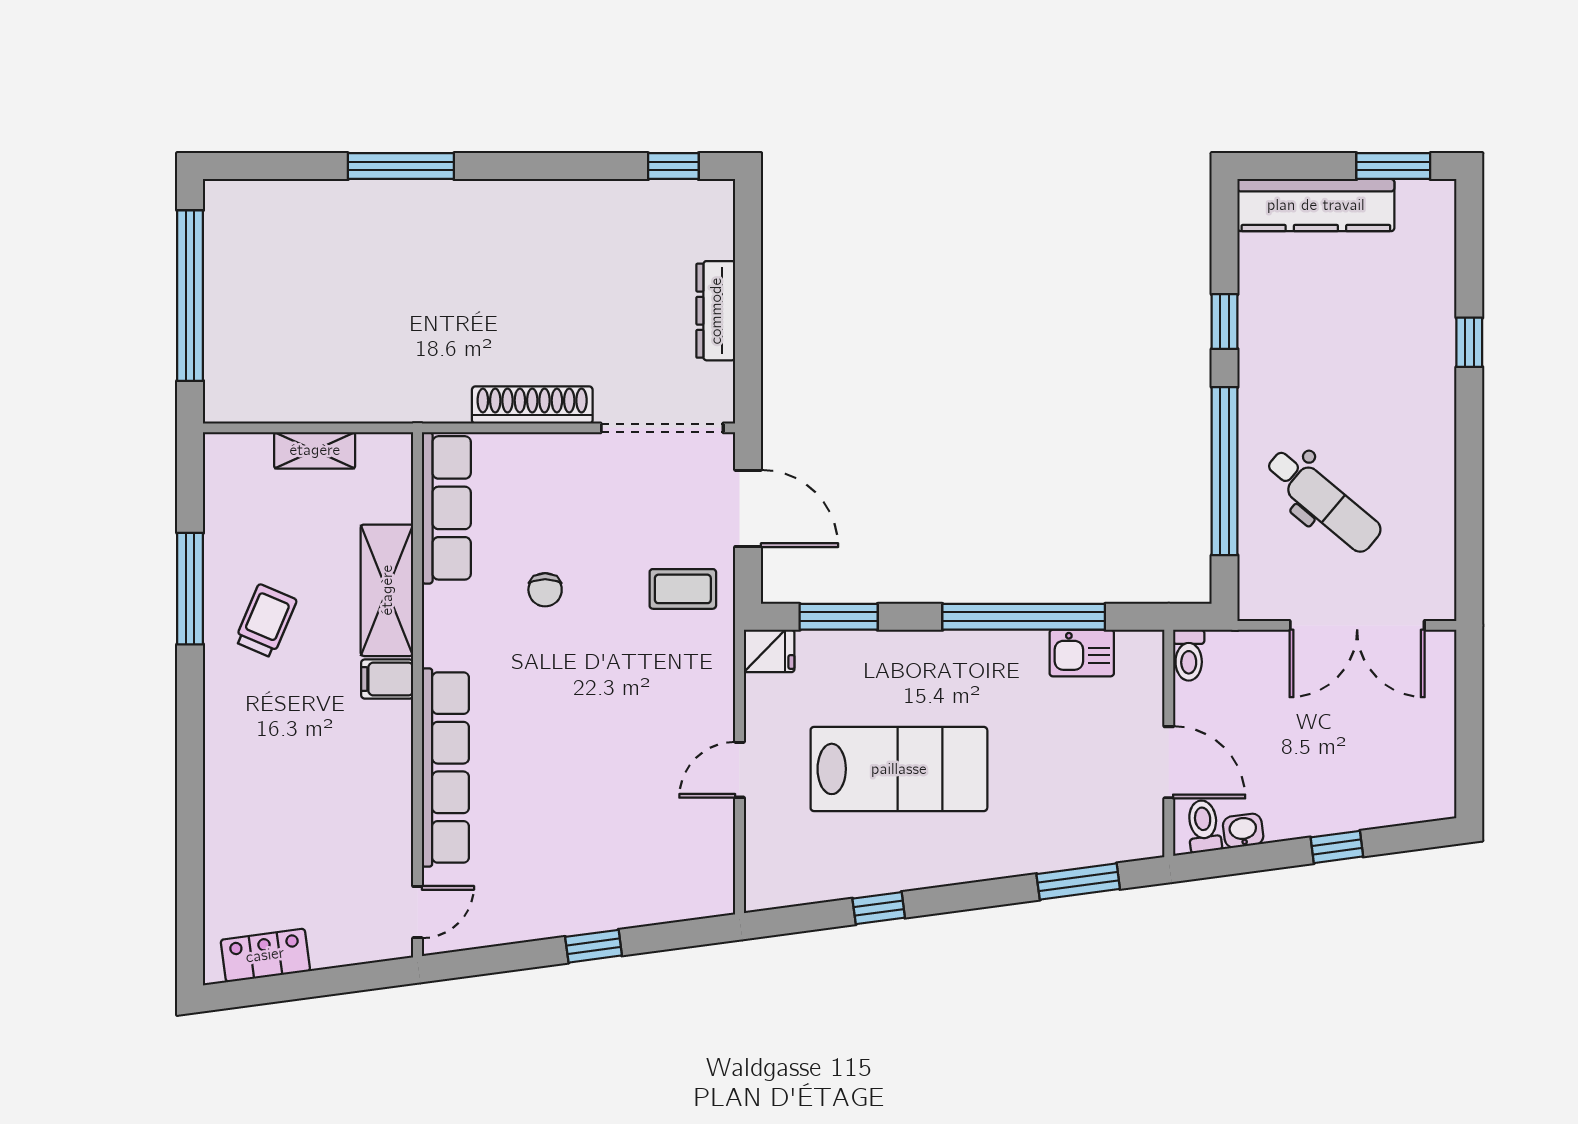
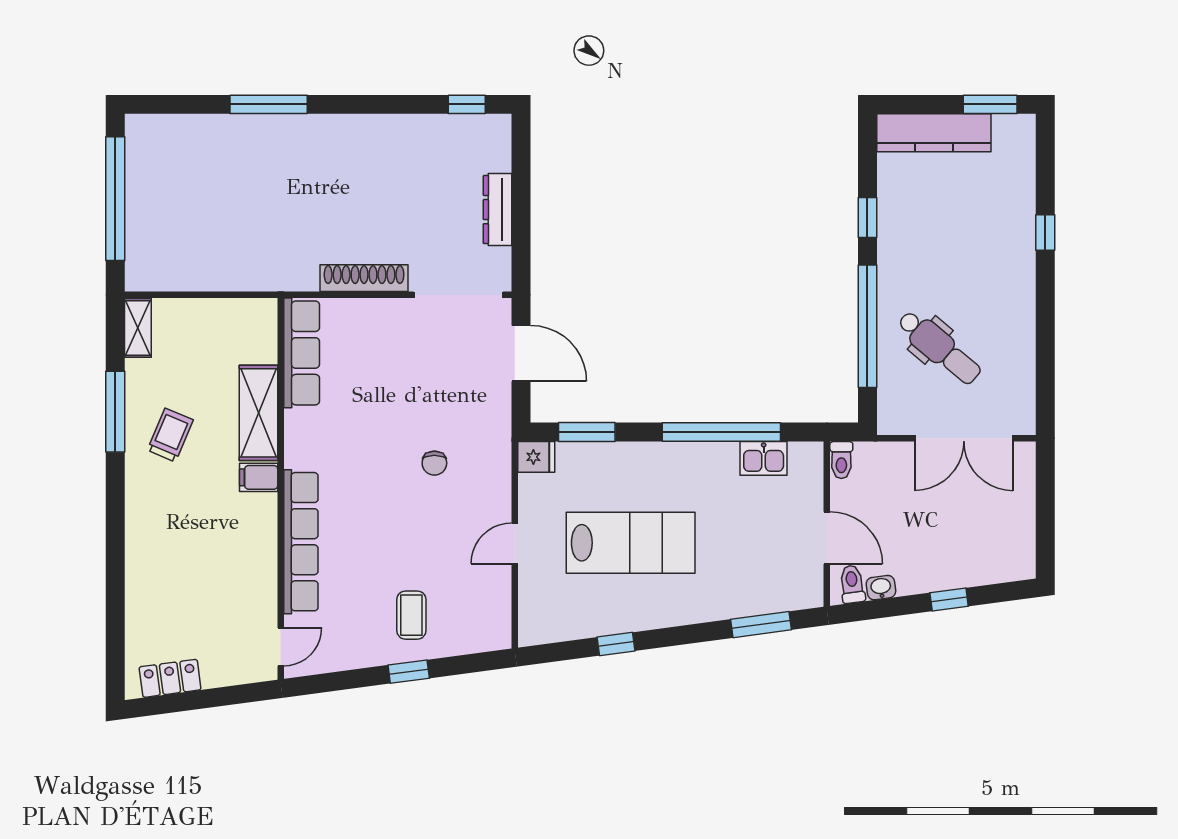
shelving: (315, 450) -> (138, 328), moved, turned 90
coffee table: (683, 589) -> (411, 615), moved, turned 90
chair: (545, 590) -> (434, 463), moved

